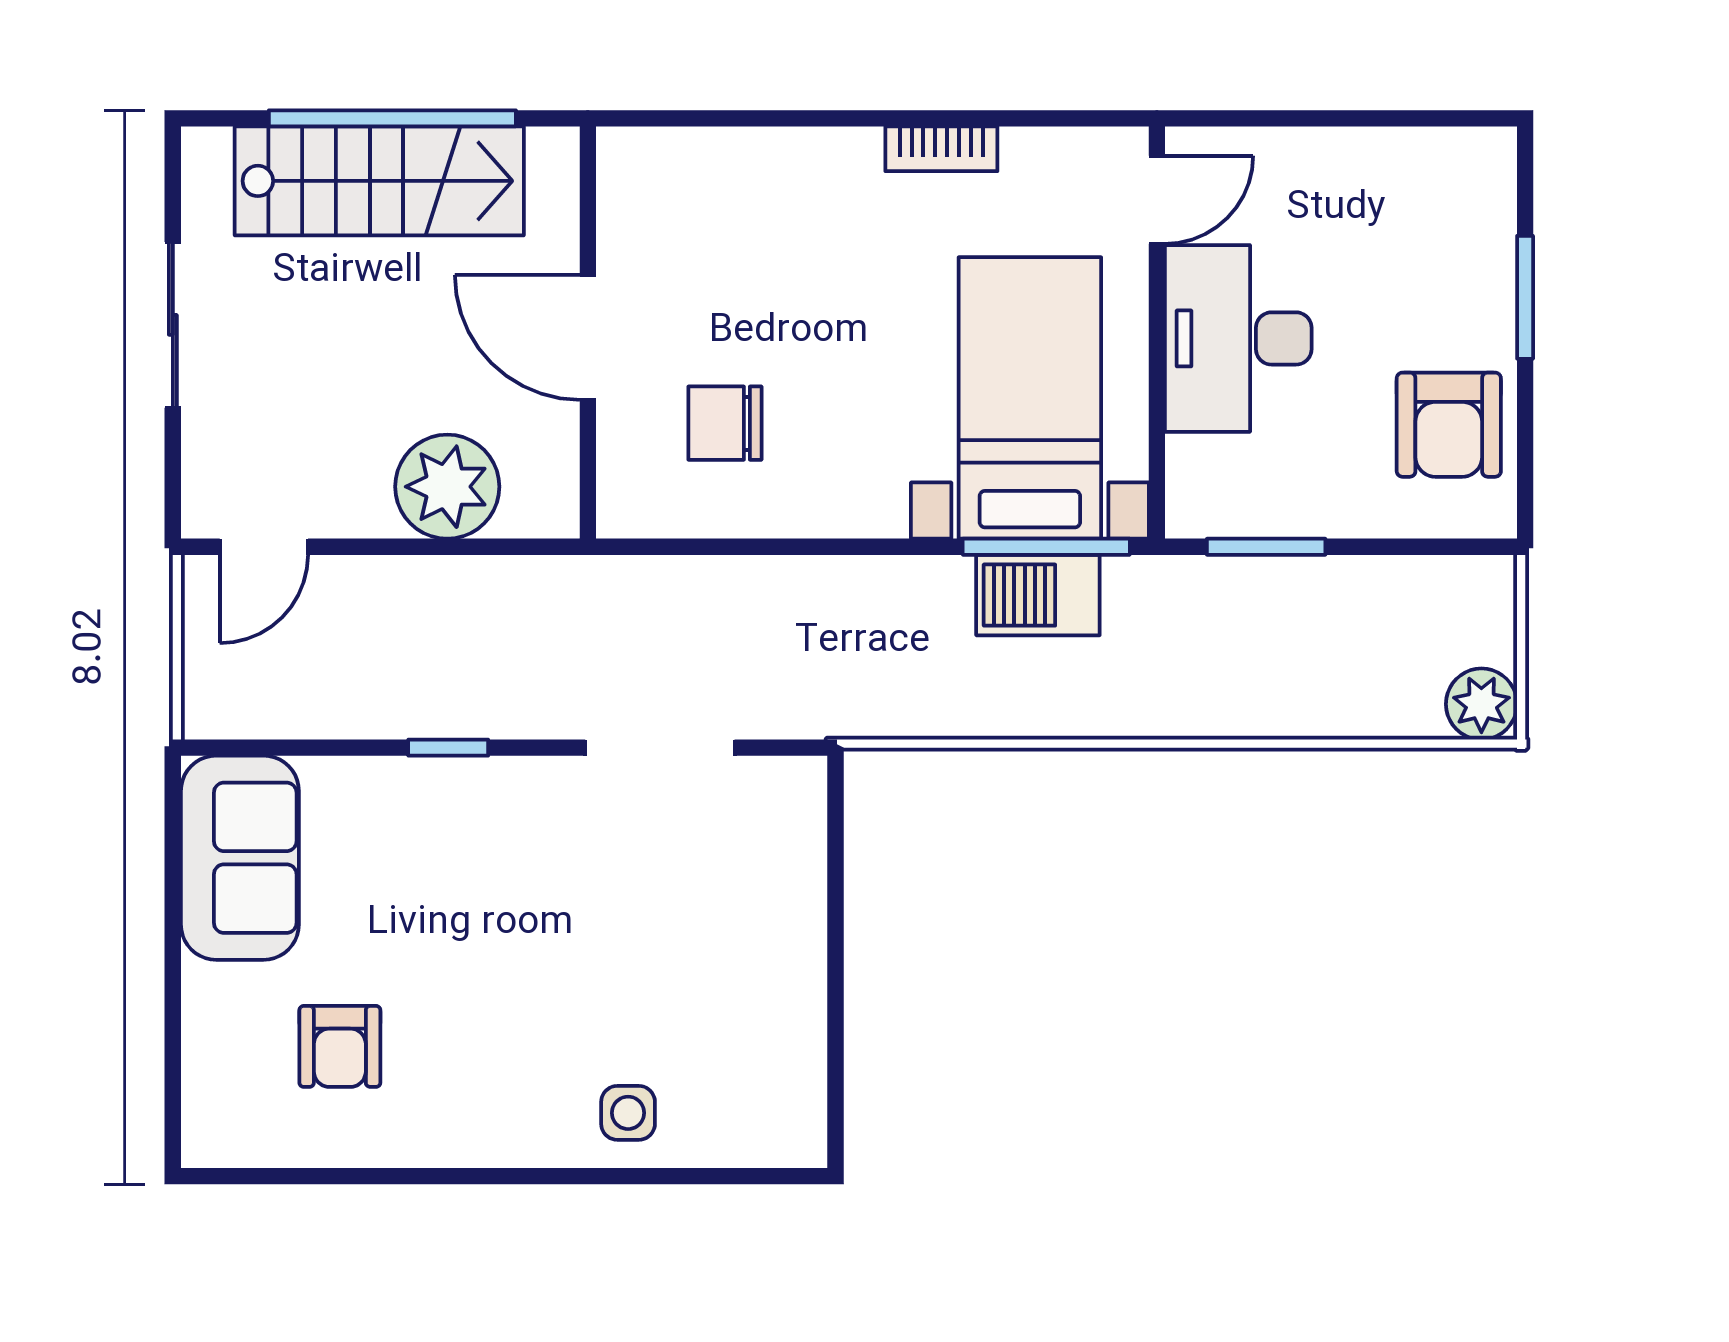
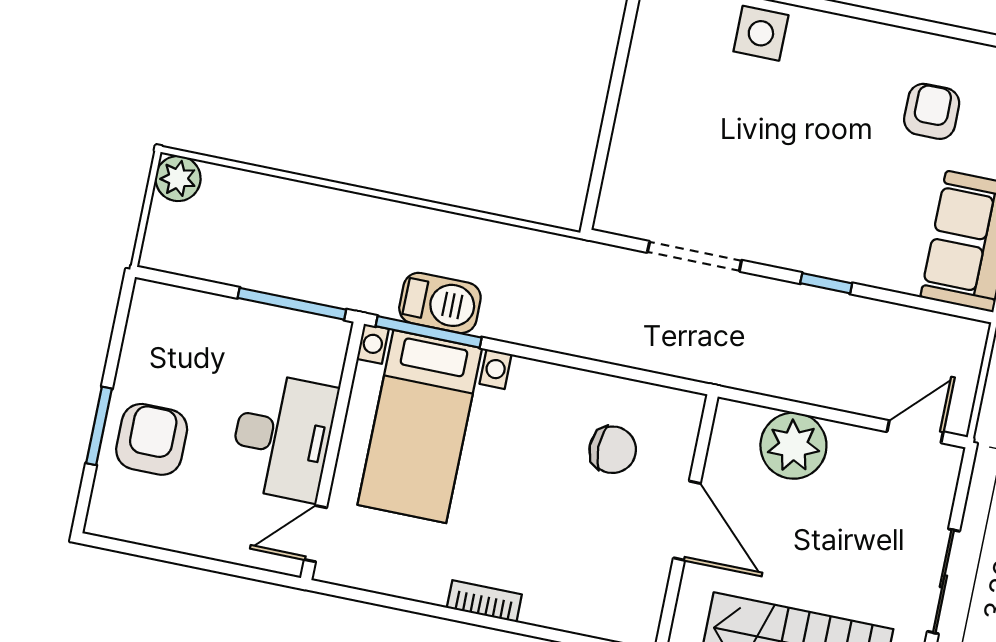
bookcase: (941, 149) -> (484, 601), moved
armchair: (1449, 425) -> (152, 439), moved
window: (1266, 547) -> (292, 304), width x1.44
side table: (628, 1113) -> (761, 33), width x1.37, depth x1.37

